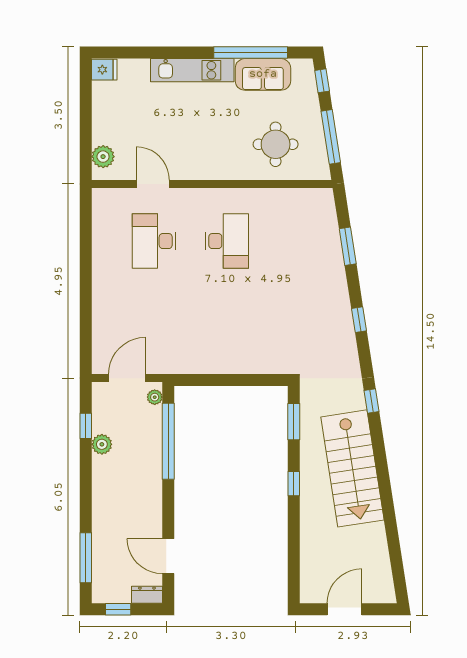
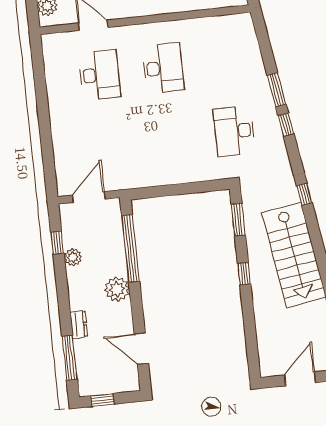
desk: (154, 241) -> (100, 75), turned 180
window: (348, 246) -> (277, 90), moved
desk: (300, 321) -> (234, 131), added
plant: (155, 397) -> (117, 289), moved, width x1.88, depth x1.88
dresser: (147, 595) -> (79, 324), moved, turned 90

